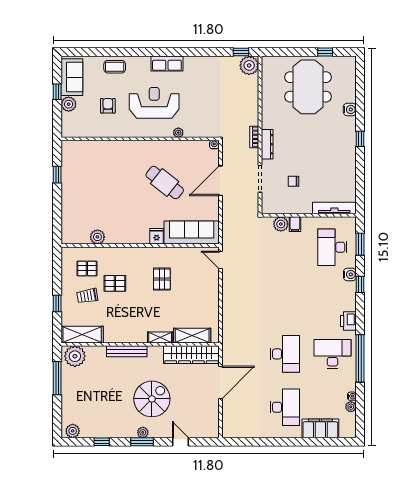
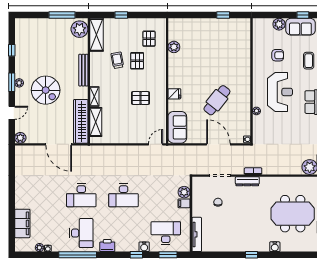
window: (57, 92) -> (303, 15), moved
sofa: (192, 233) -> (177, 127), width x0.73
trolley: (87, 296) -> (117, 60), moved
desk: (285, 407) -> (124, 195), moved
plant: (73, 431) -> (20, 138), moved

